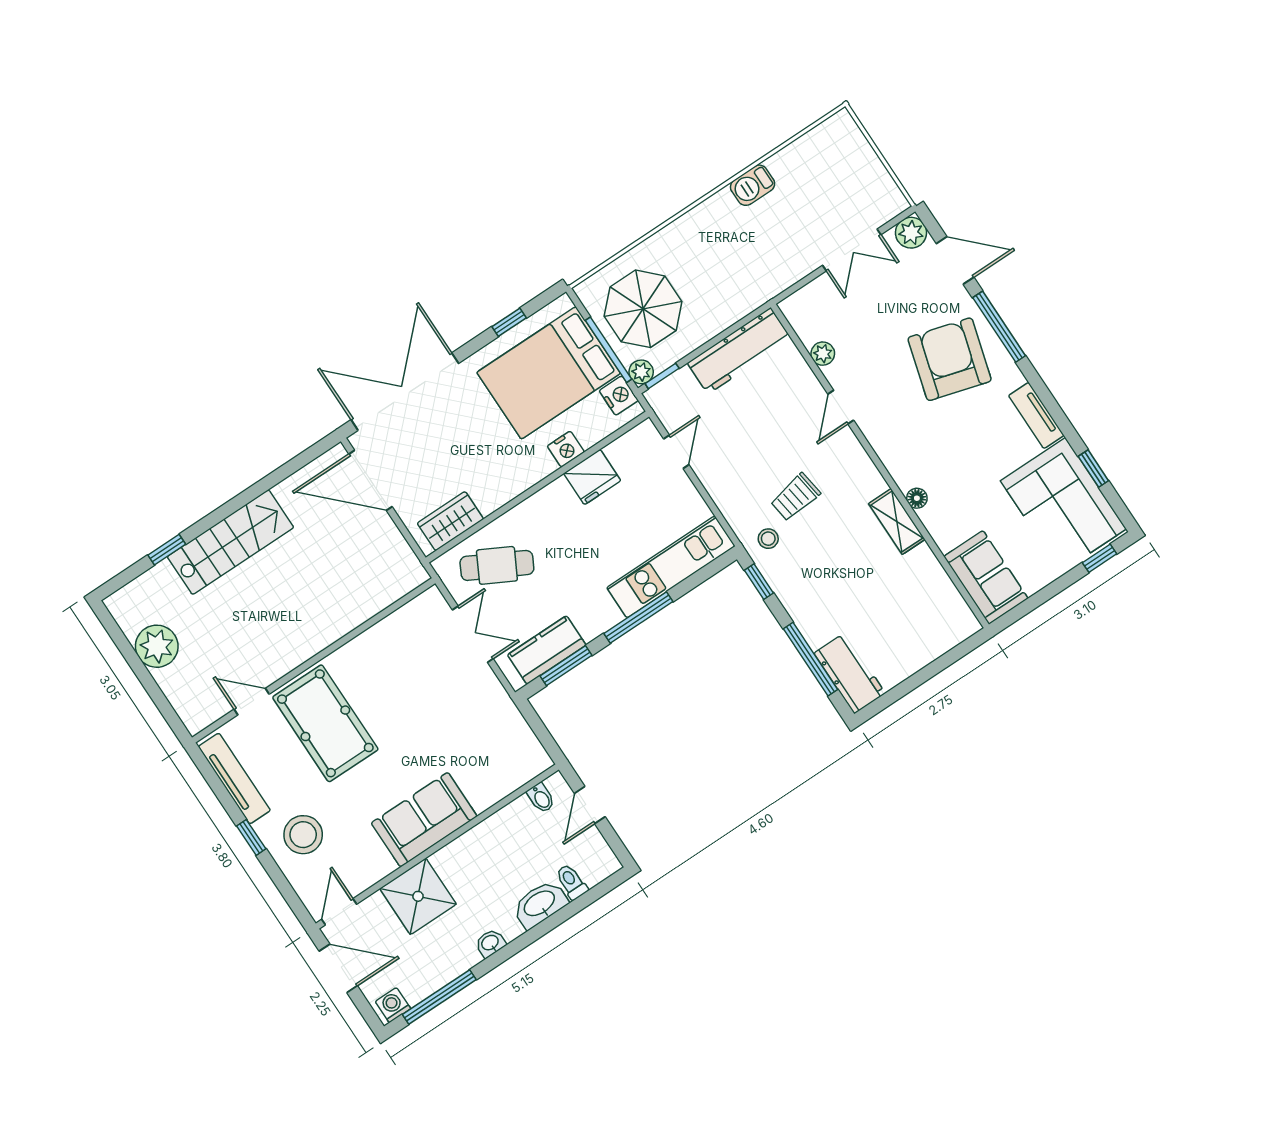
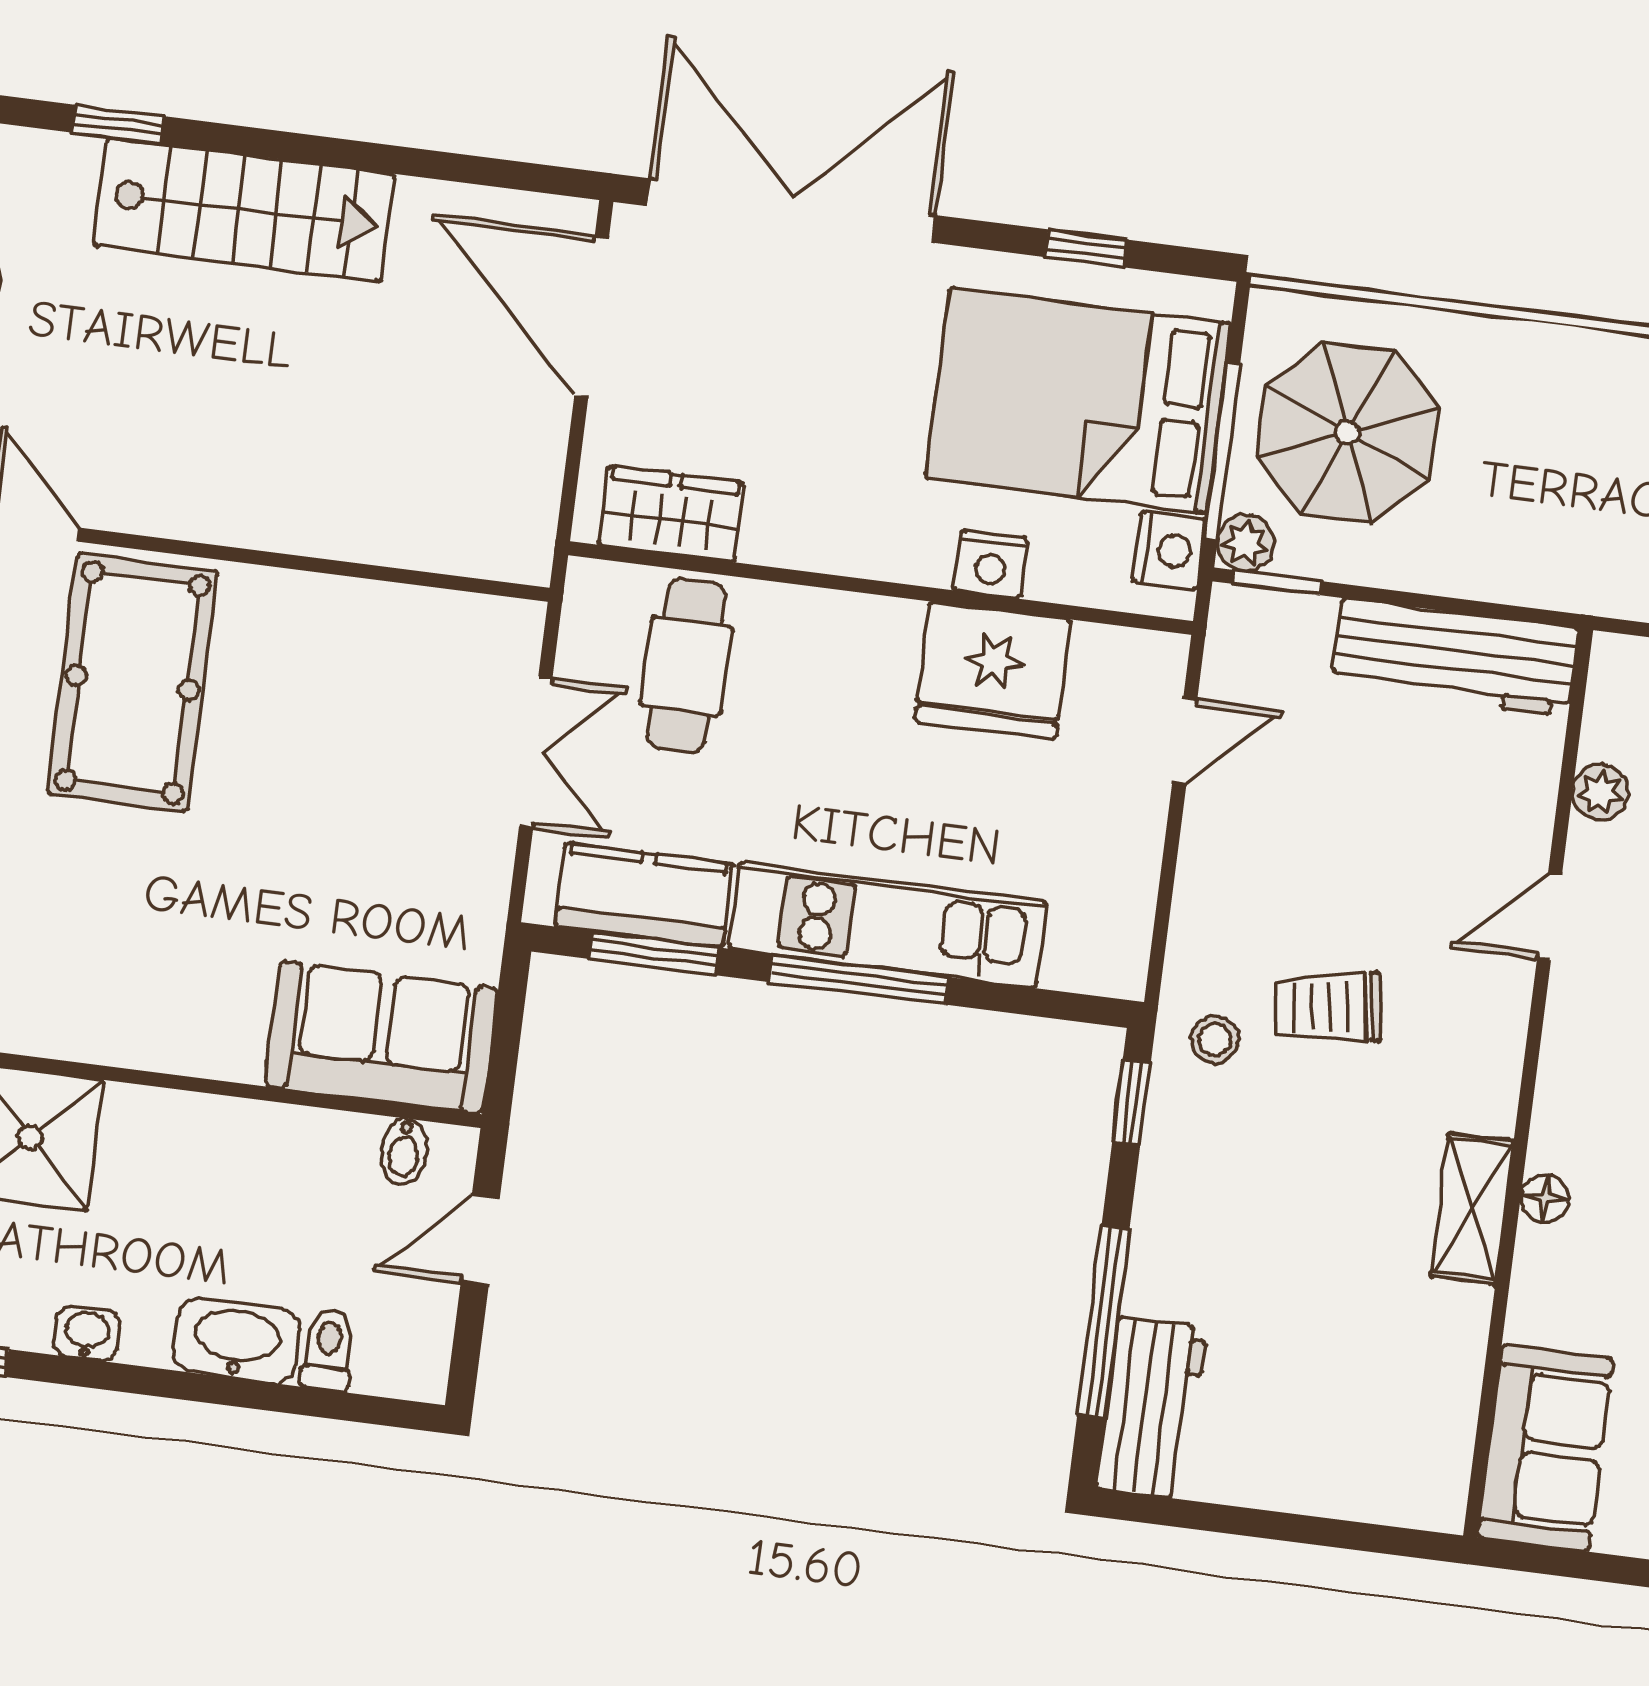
fridge: (592, 477) -> (993, 670), width x1.36, depth x1.34
cafe table: (497, 565) -> (686, 666), turned 63
kitchen unit: (671, 567) -> (888, 925), moved
sofa: (424, 820) -> (382, 1037), moved

